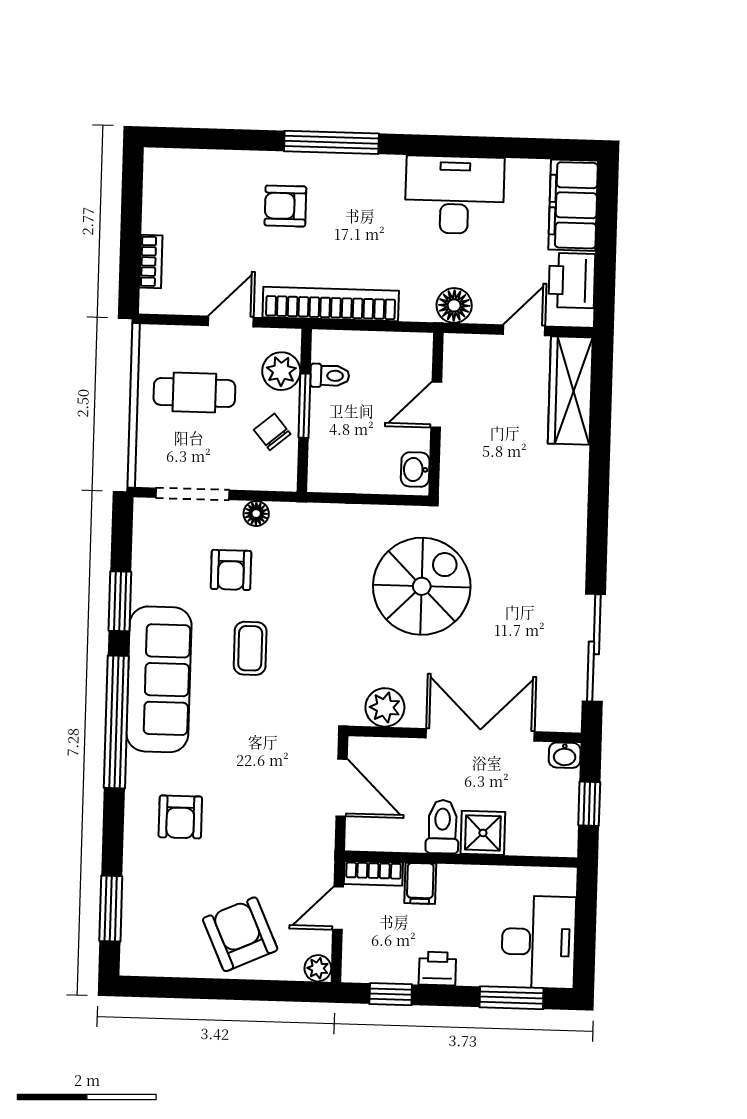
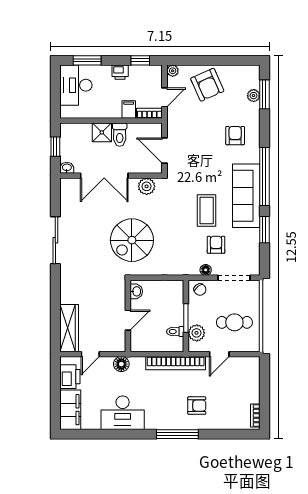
bookcase: (151, 261) -> (255, 415), moved
chair: (272, 432) -> (200, 289), moved
coffee table: (250, 648) -> (207, 211), width x1.36, depth x1.30
sliding door: (594, 648) -> (55, 240), moved
plant: (136, 906) -> (254, 96), added

